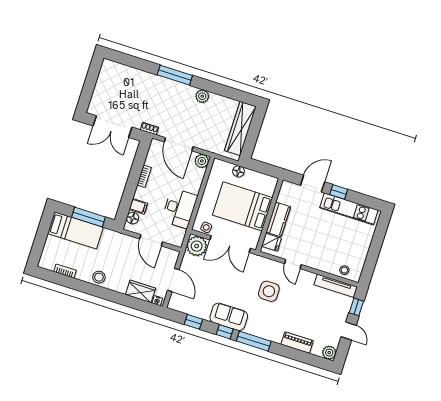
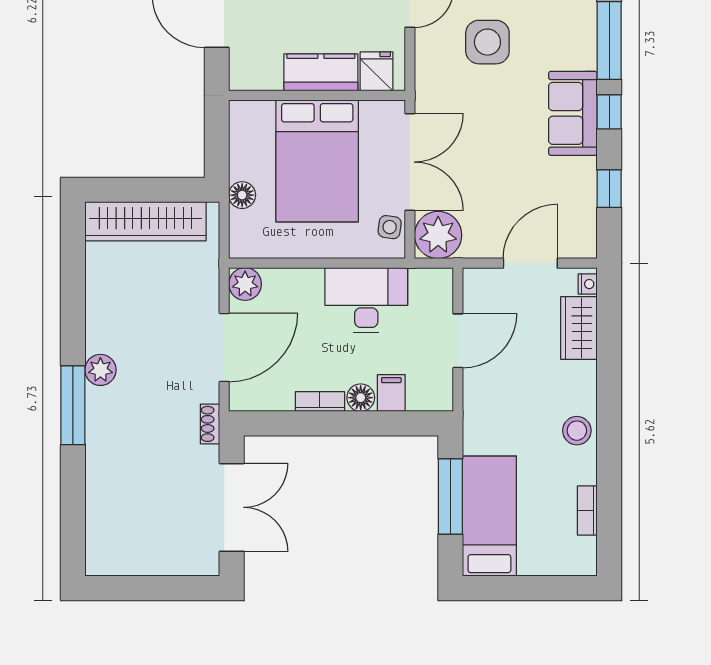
plant: (202, 96) -> (100, 370), moved
floor lamp: (133, 218) -> (361, 398), moved

